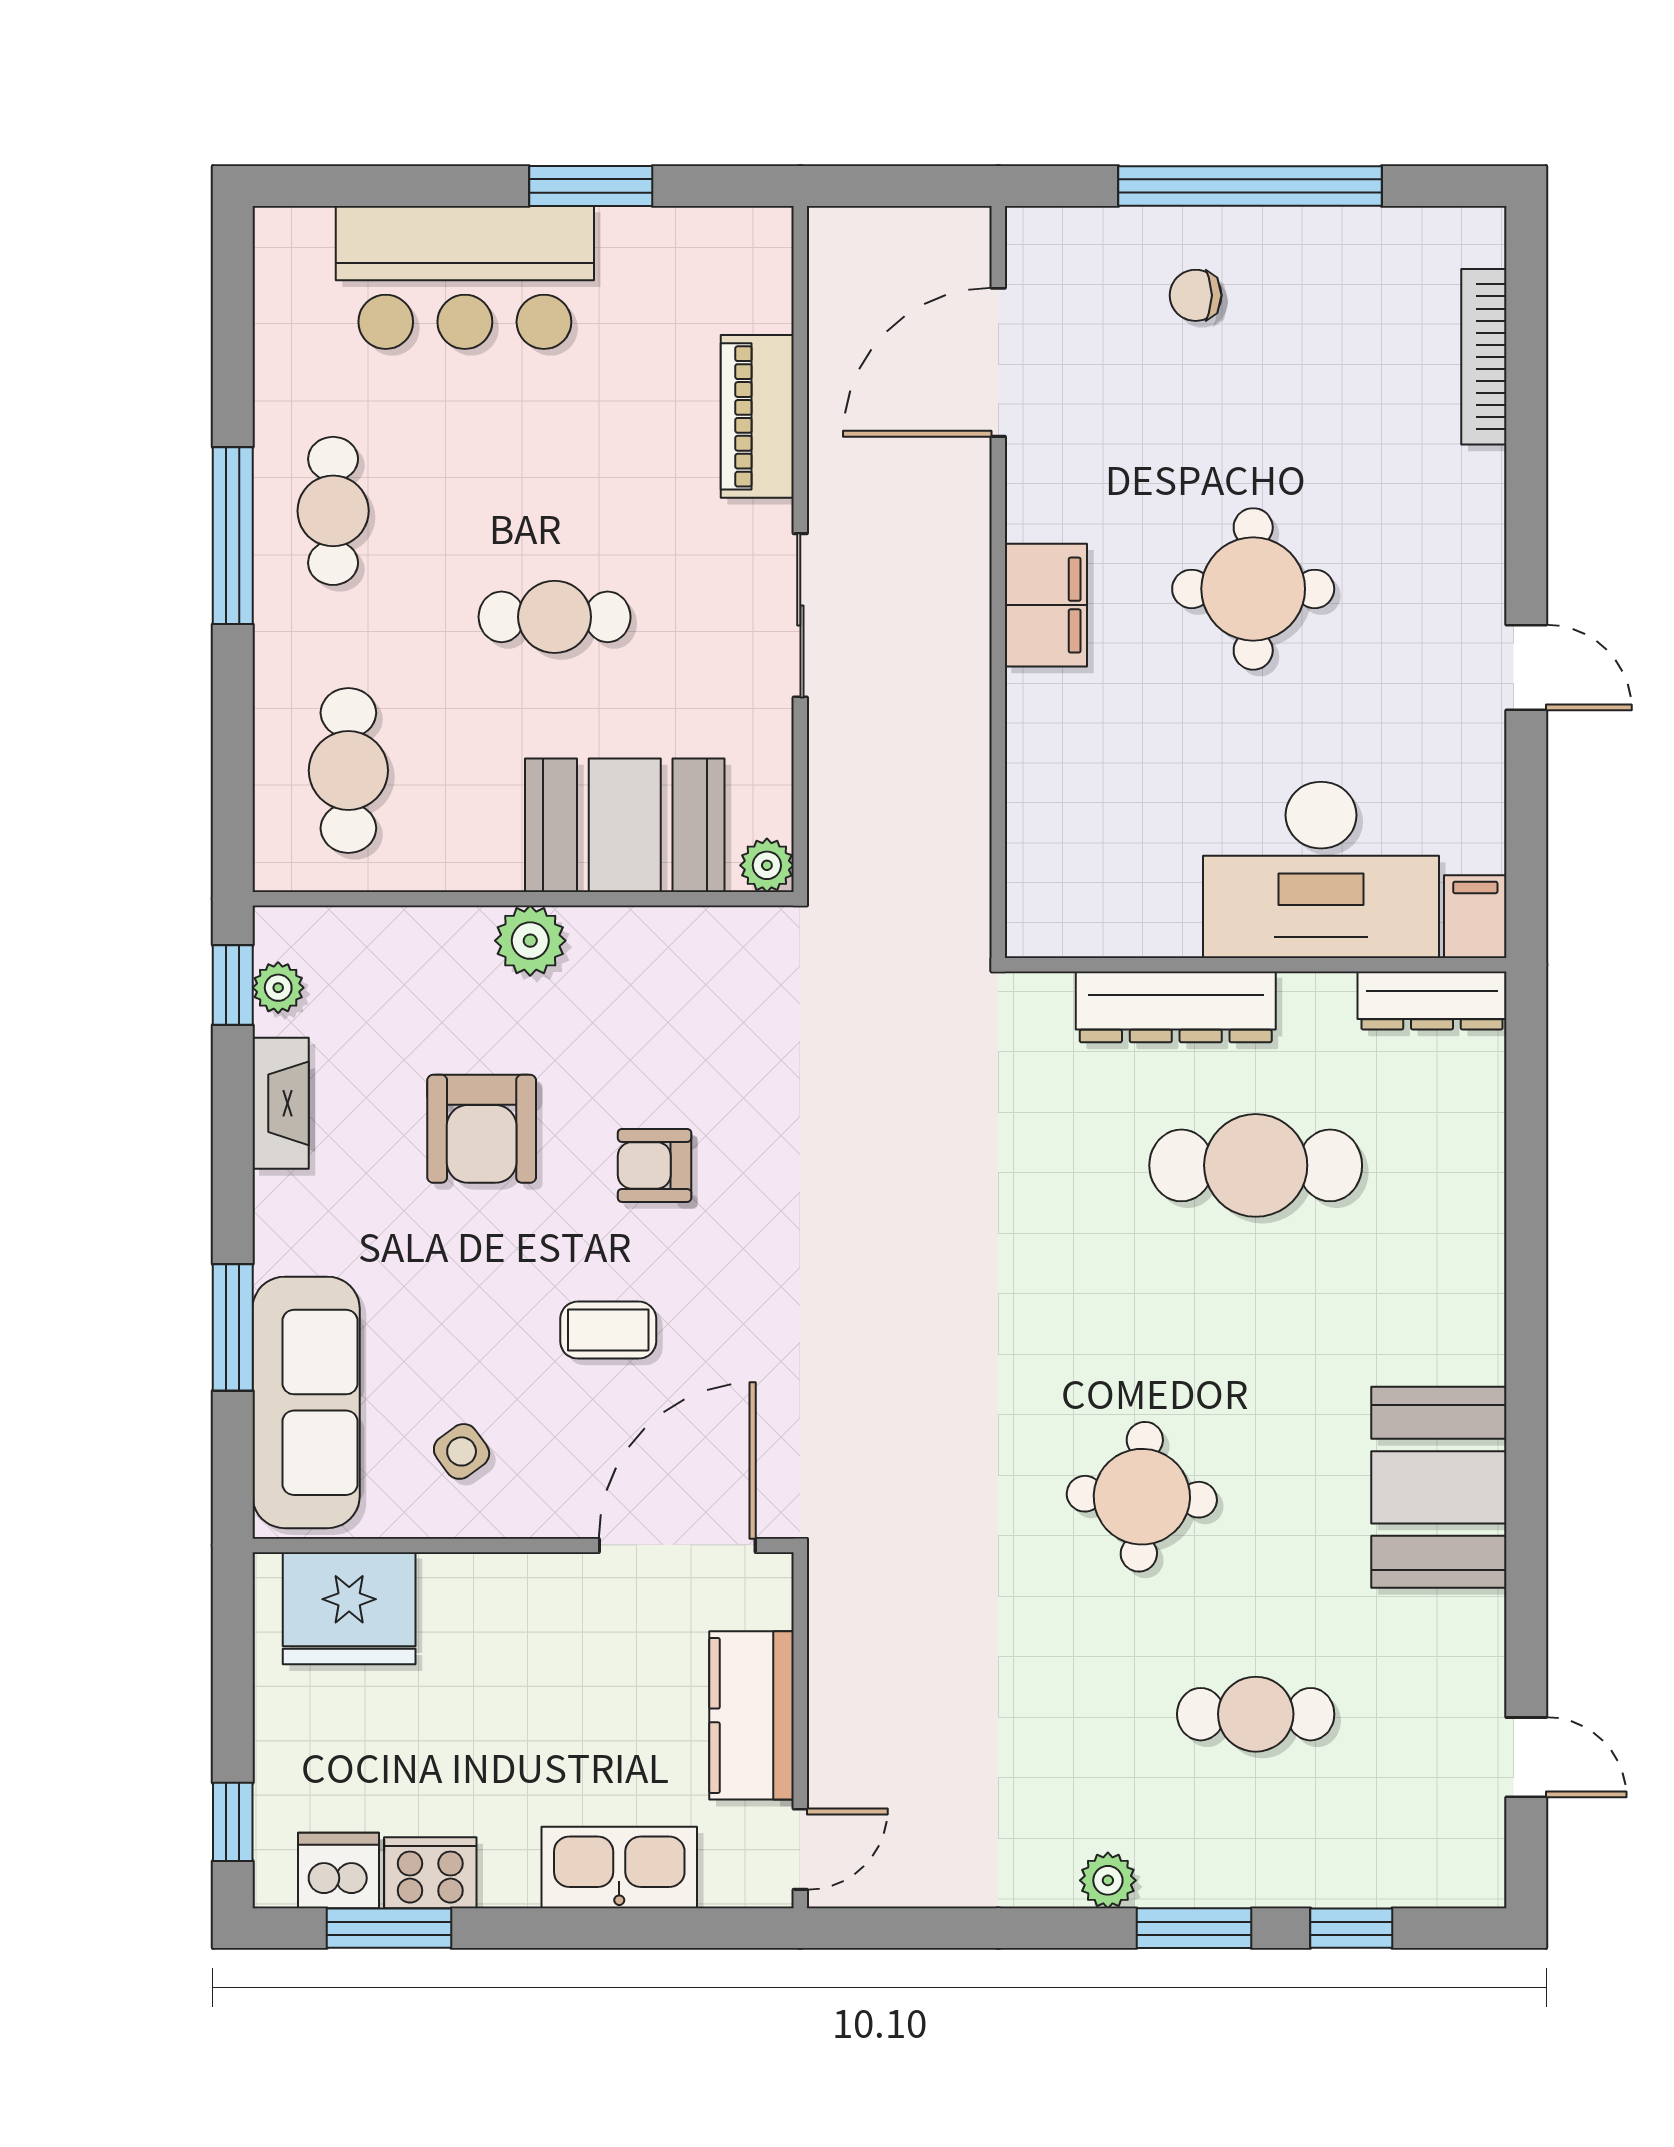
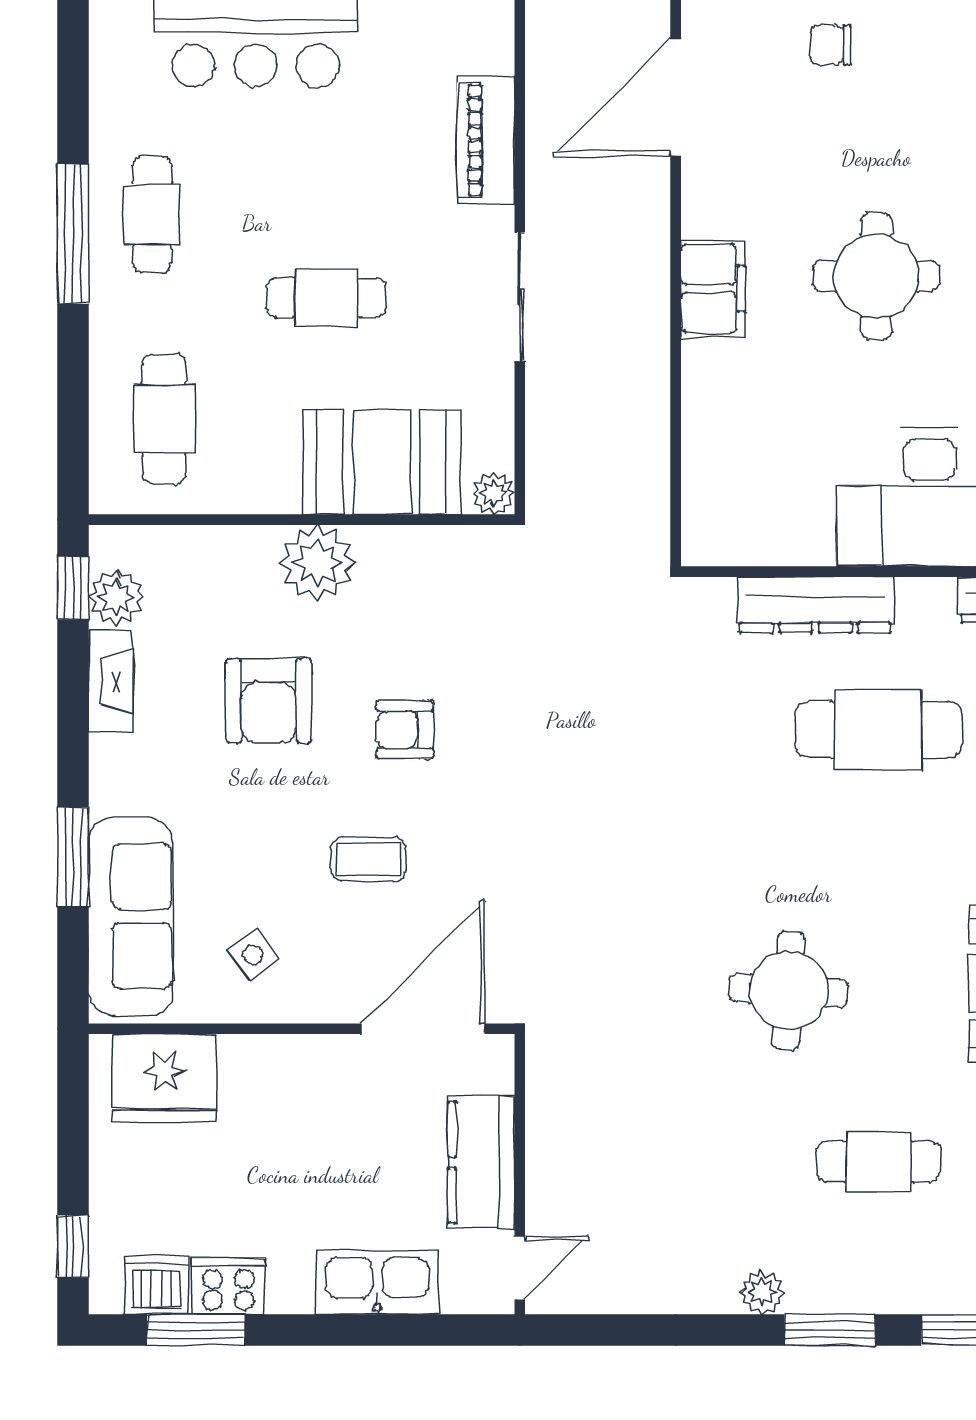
plant: (530, 941) -> (317, 563), width x1.36, depth x1.36
plant: (278, 988) -> (116, 597), width x1.38, depth x1.38

